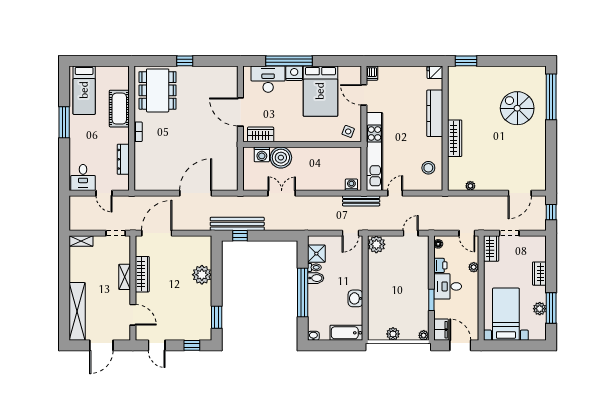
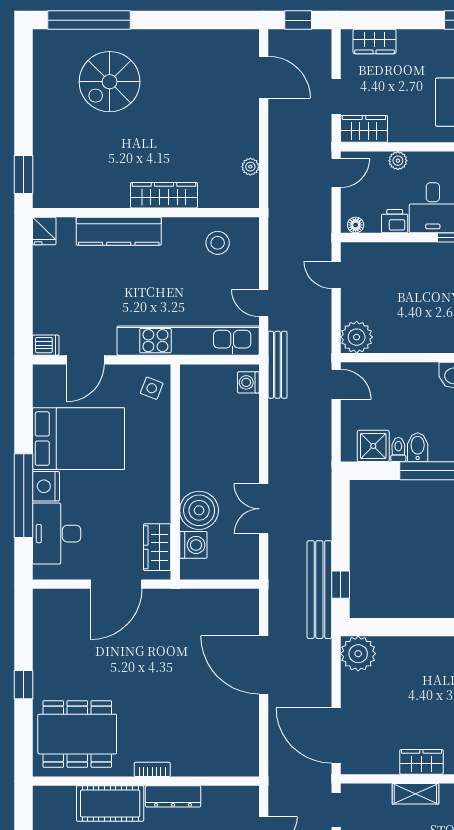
dresser: (123, 159) -> (173, 796), moved
wardrobe: (142, 274) -> (421, 762), width x0.67
wardrobe: (539, 274) -> (375, 41), moved
plant: (202, 275) -> (358, 654), moved

